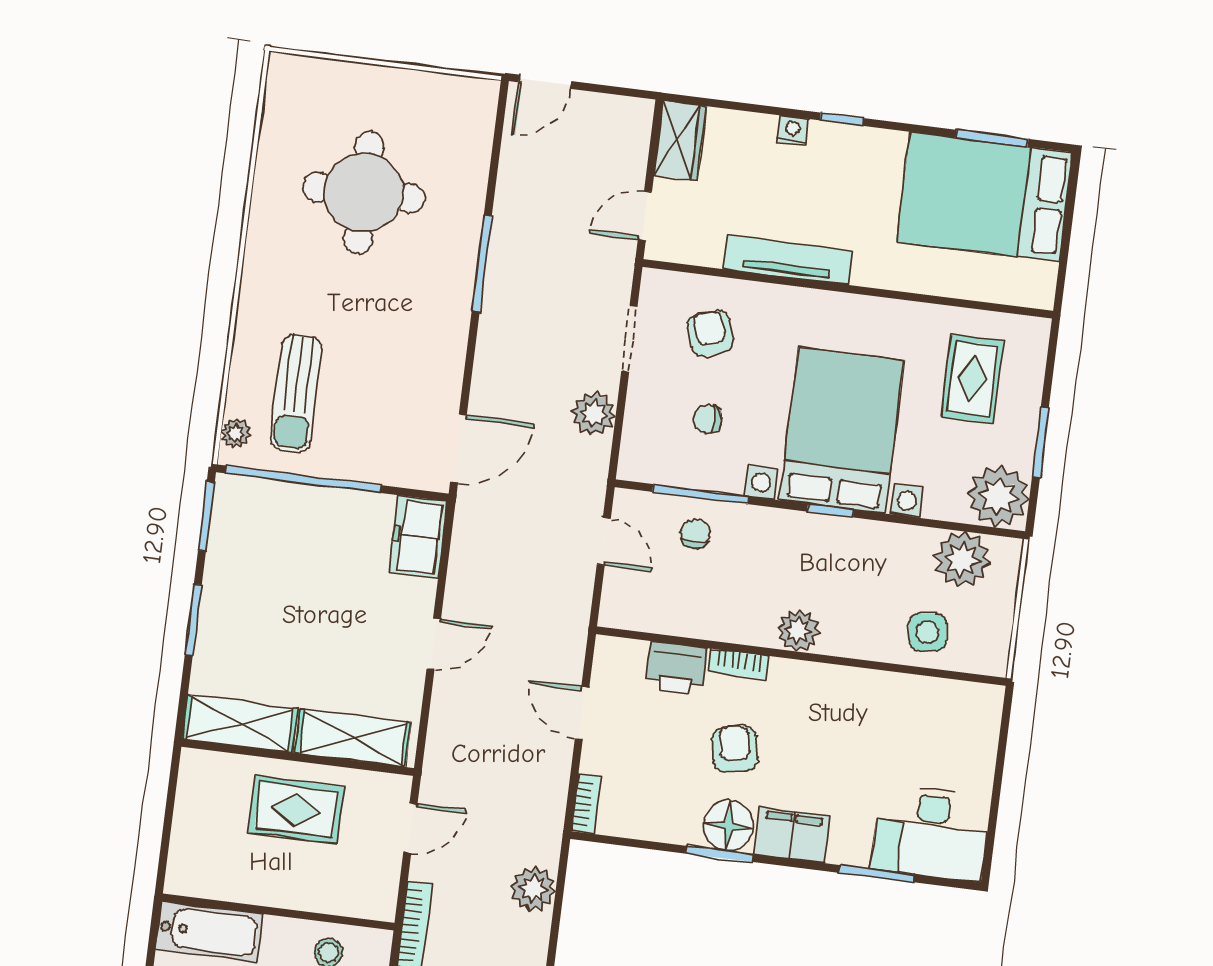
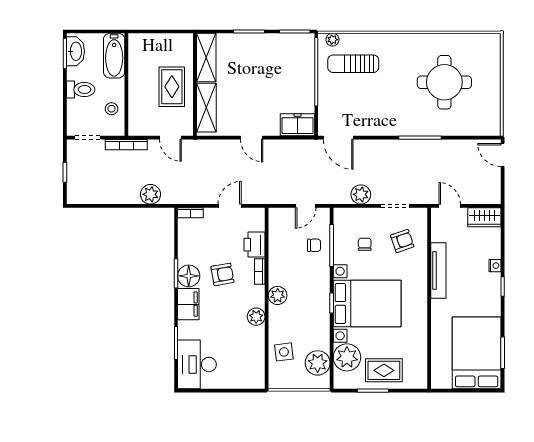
rug: (972, 379) -> (384, 370), moved
plant: (998, 496) -> (347, 357), moved
plant: (840, 685) -> (256, 317), added

